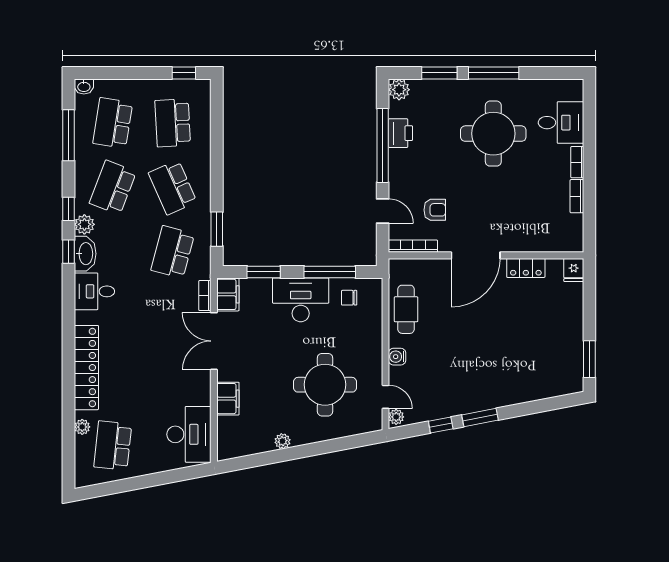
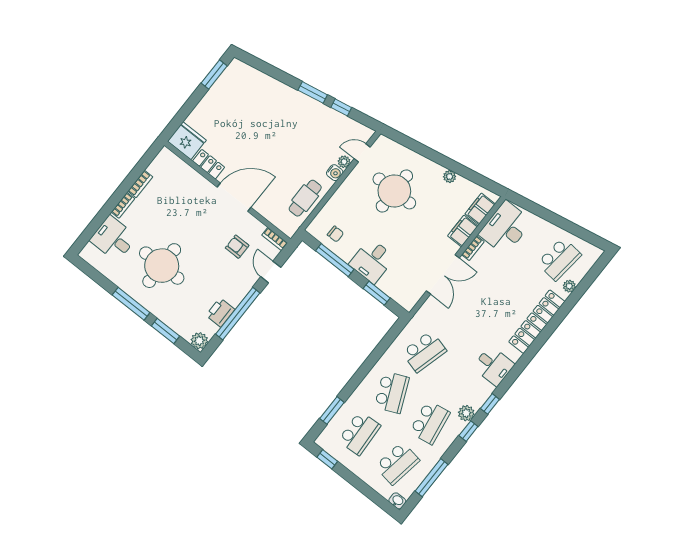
school desk: (113, 187) -> (430, 422), turned -30
window: (217, 229) -> (332, 410), moved
bookcase: (413, 246) -> (275, 239), width x0.64
washbasin: (85, 254) -> (480, 394), removed
fridge: (574, 270) -> (187, 141), width x1.88, depth x1.34
filing cabinet: (228, 294) -> (480, 209), moved
bookcase: (205, 296) -> (473, 248), moved
desk: (301, 300) -> (372, 261), width x0.73
door: (386, 397) -> (362, 153), hinge flipped
plant: (396, 417) -> (344, 162), moved

